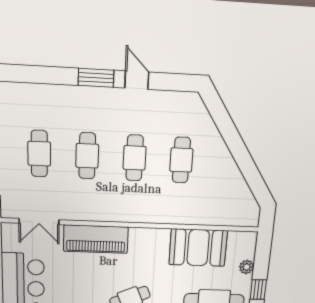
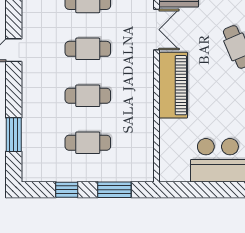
window: (96, 78) -> (14, 135), moved
double door: (39, 222) -> (156, 30), moved

